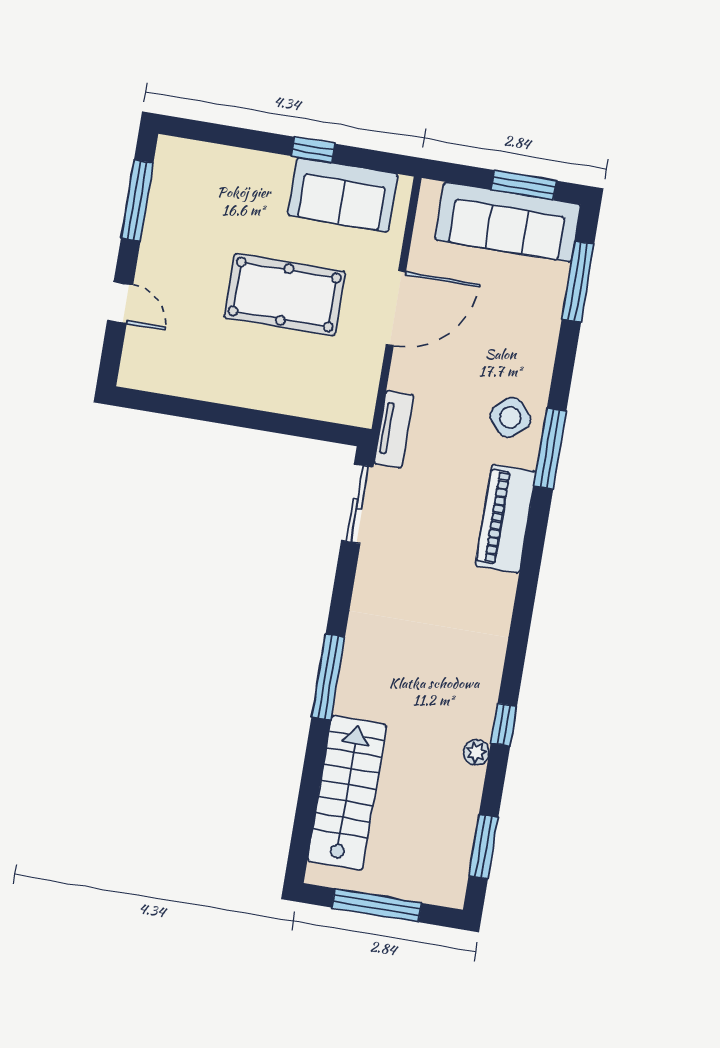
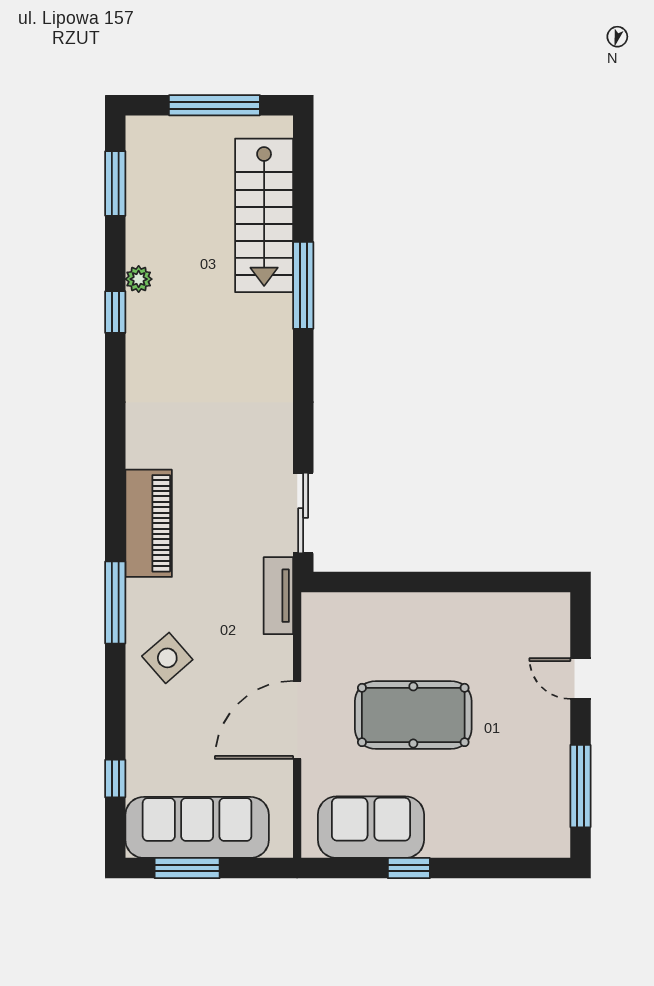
window: (578, 281) -> (115, 779), width x0.46
side table: (510, 417) -> (167, 658), moved
window: (328, 677) -> (303, 285), moved

